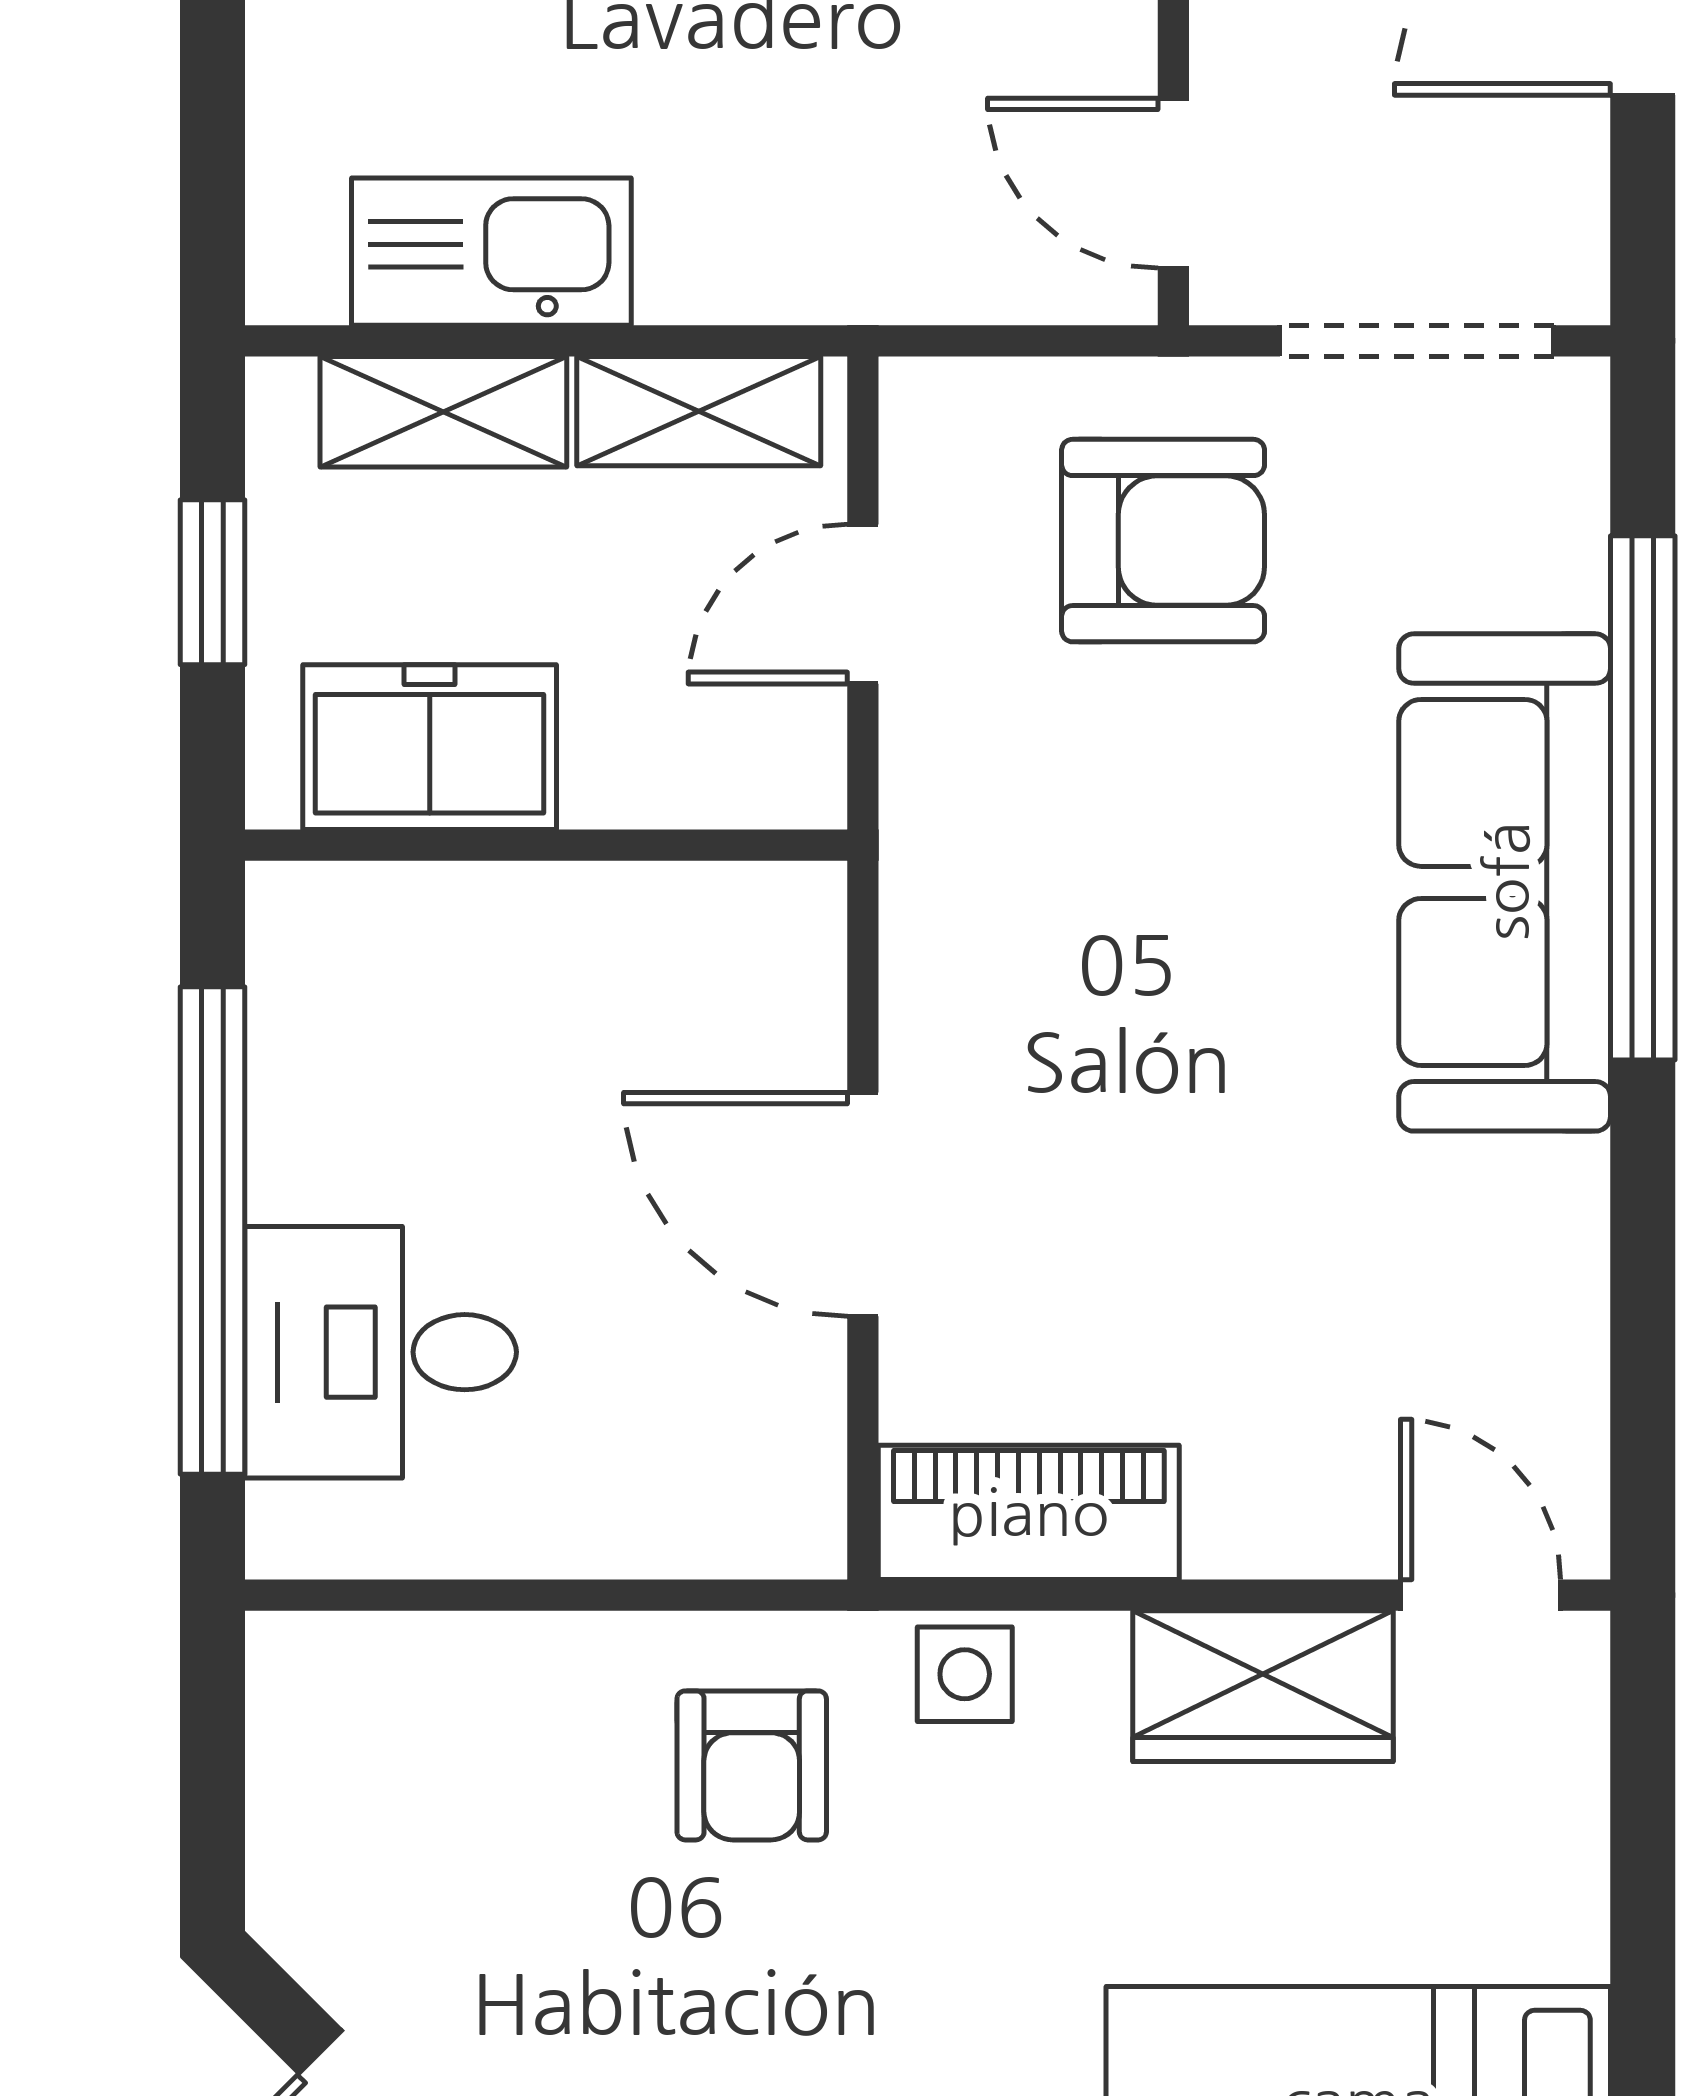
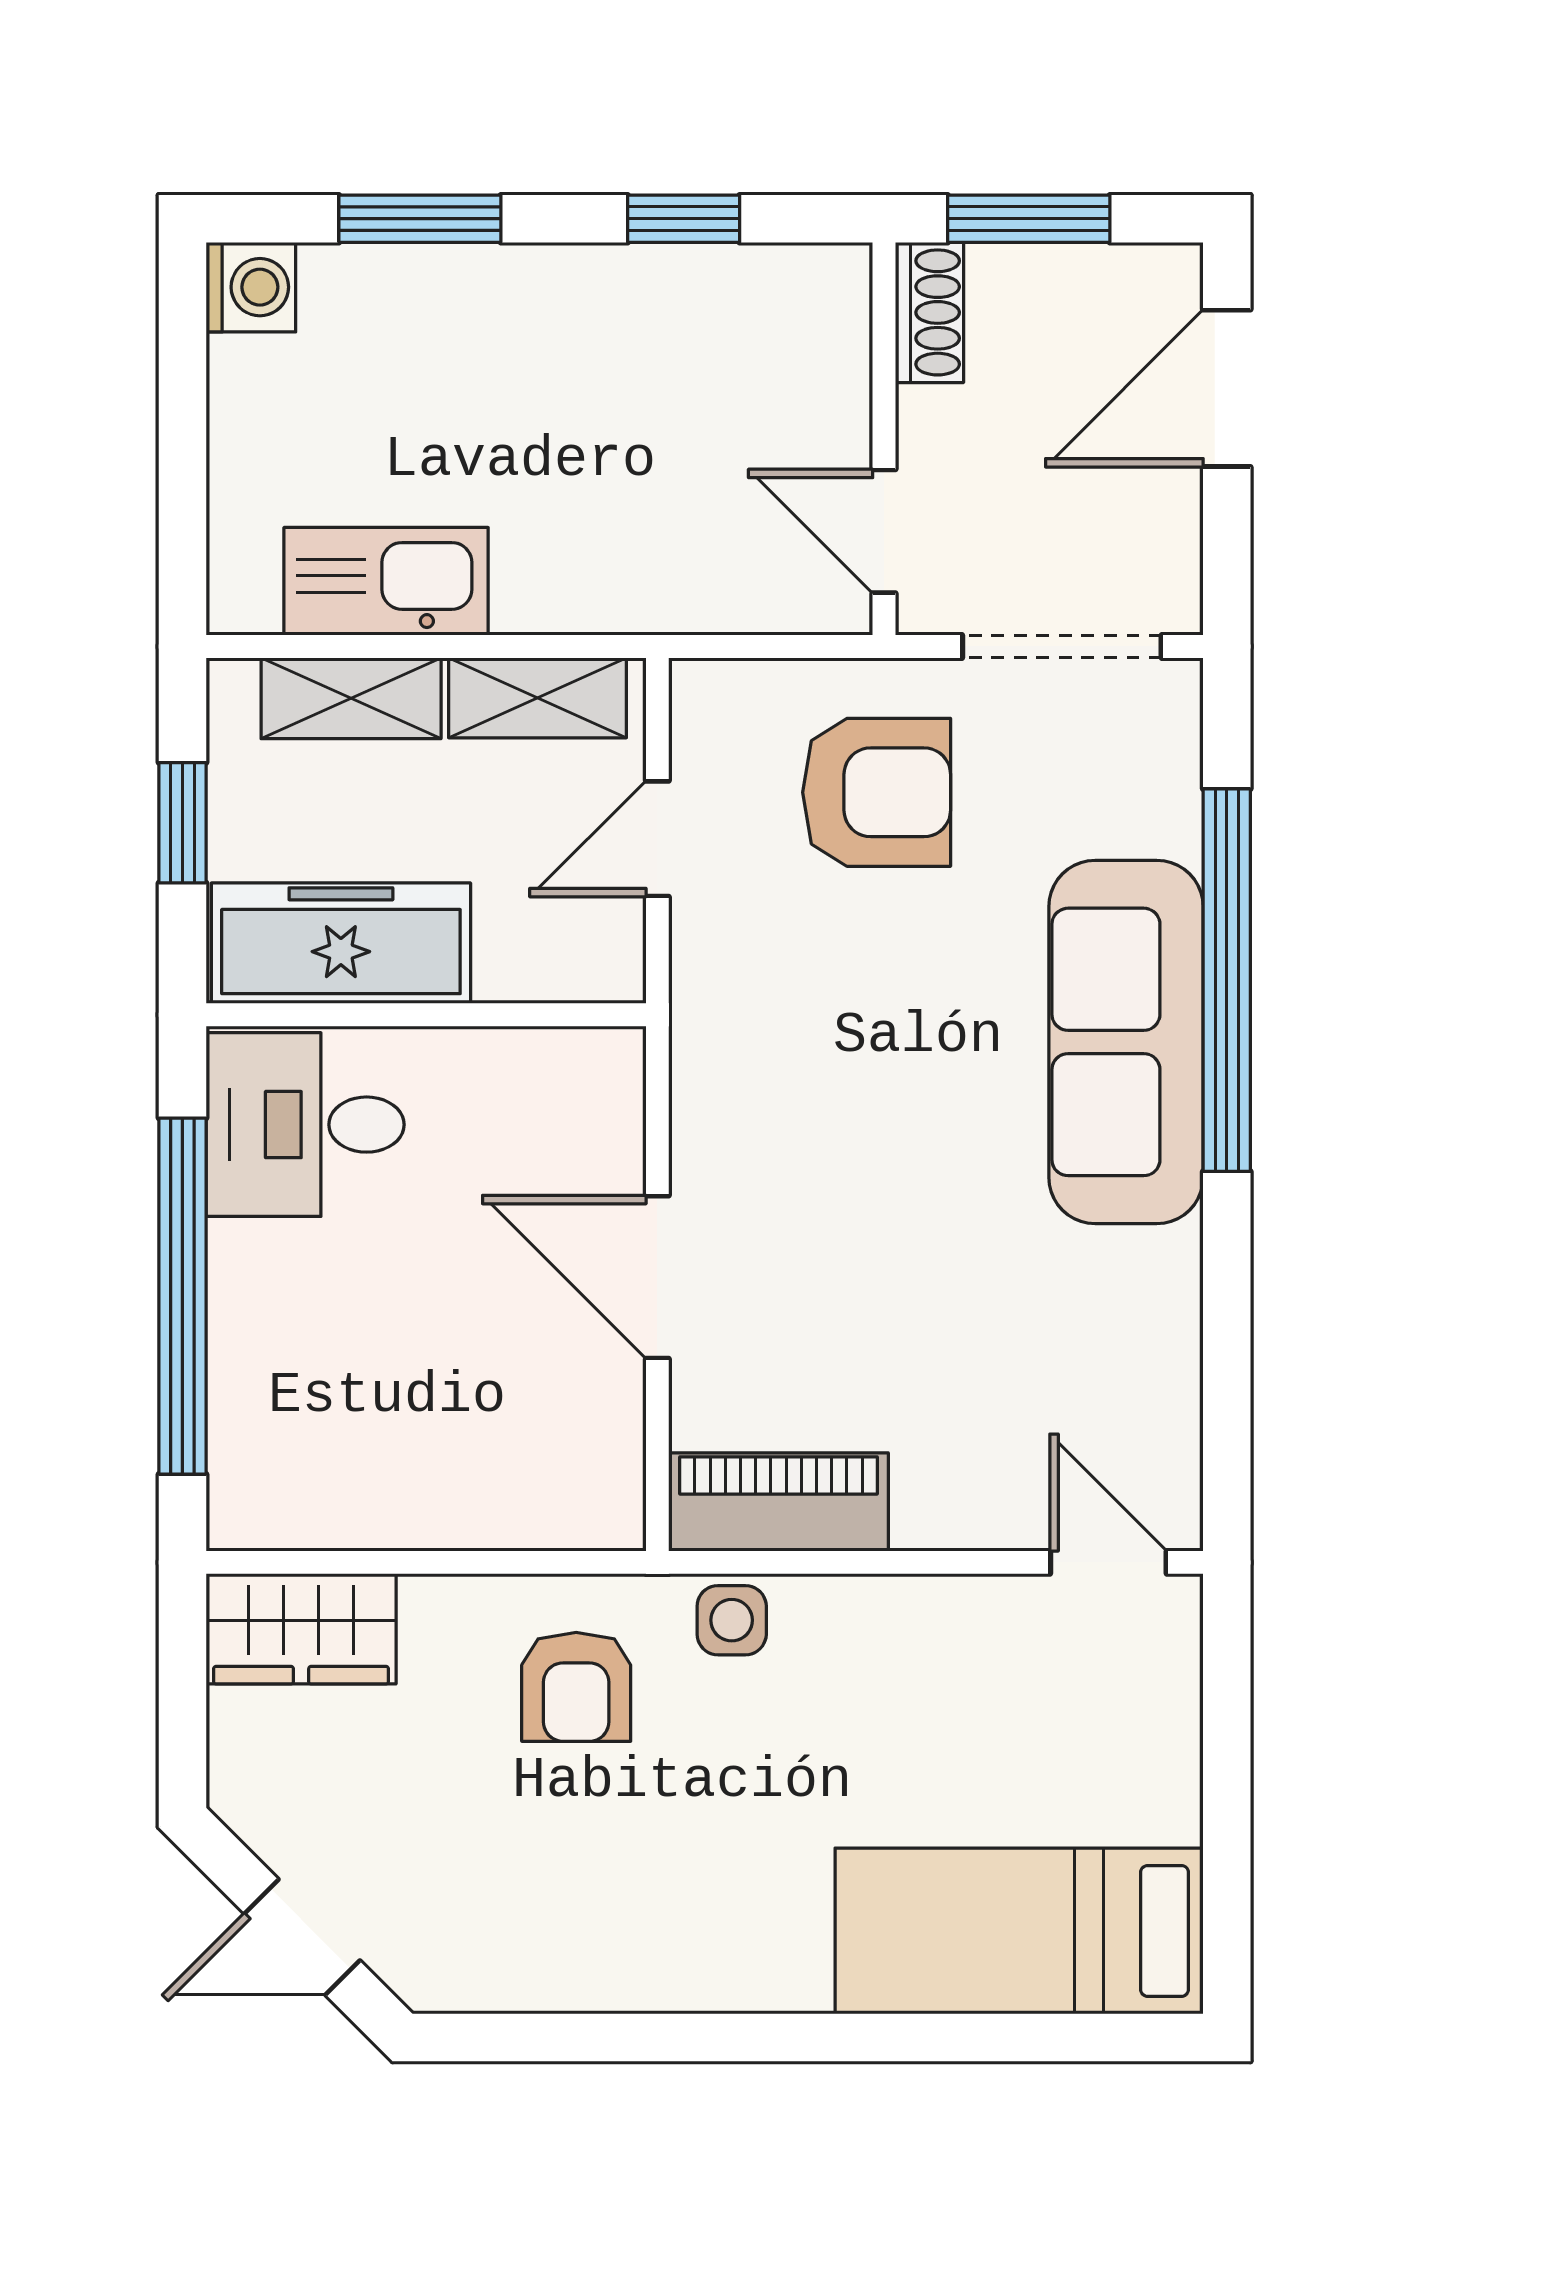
freezer: (430, 747) -> (341, 943), width x1.40
desk: (381, 1352) -> (305, 1125), moved
wardrobe: (1263, 1686) -> (301, 1629), moved

